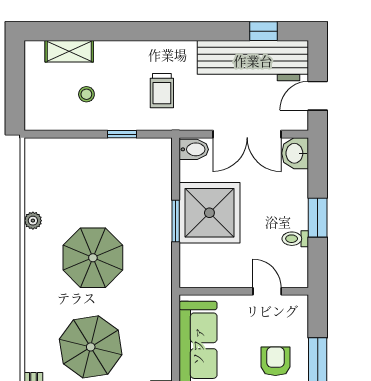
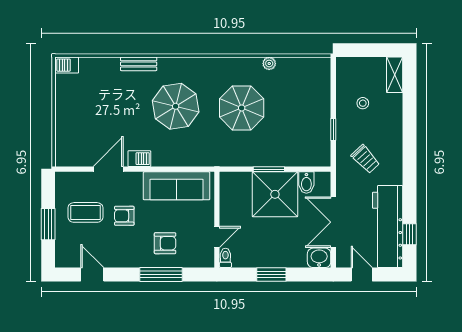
shelving: (69, 51) -> (395, 75), moved
trolley: (162, 91) -> (365, 159), turned -133
bidet: (194, 149) -> (306, 183), moved
toilet: (295, 239) -> (225, 258), moved

